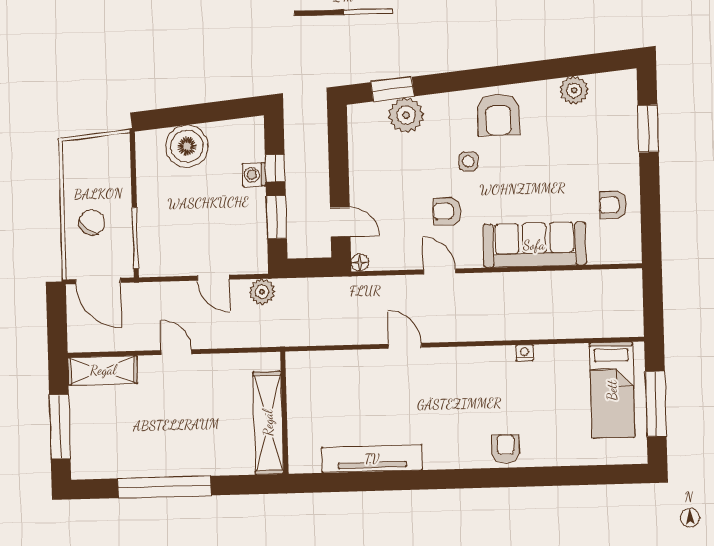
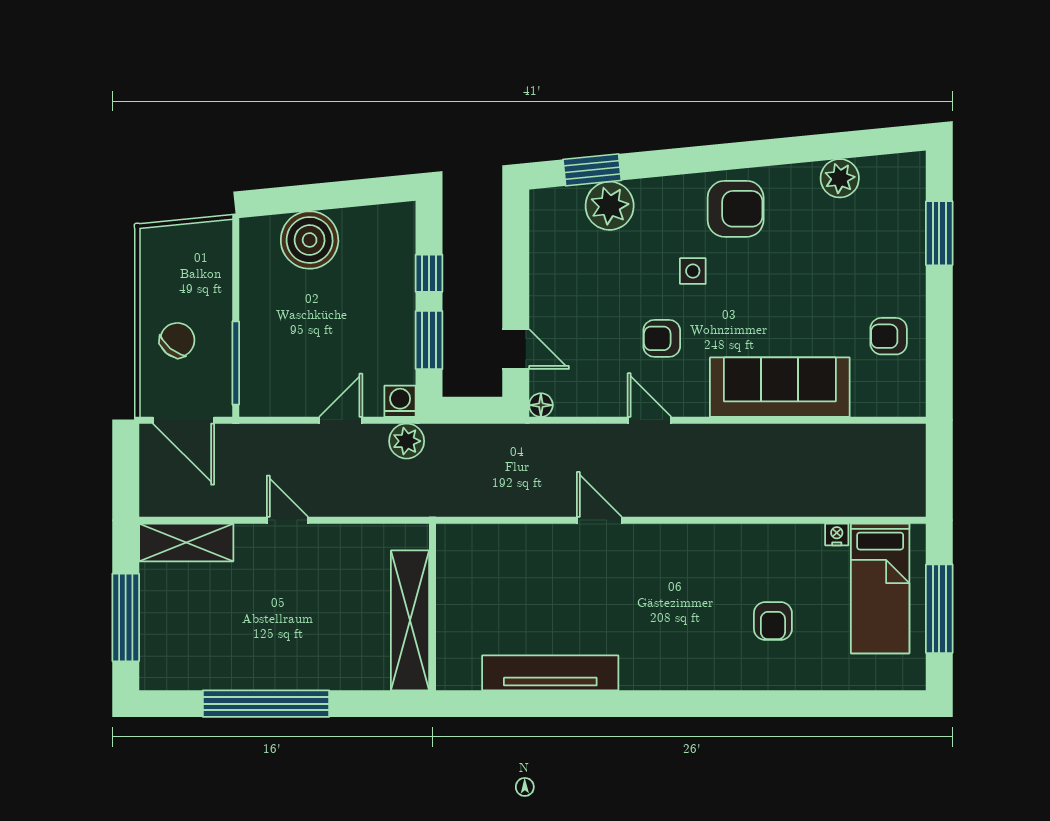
armchair: (498, 115) -> (736, 209), turned -90
washing machine: (254, 175) -> (400, 401), moved, turned 90
door: (213, 278) -> (341, 420), swing flipped
nightstand: (525, 353) -> (837, 534), moved
armchair: (506, 449) -> (773, 621), moved, turned 180

